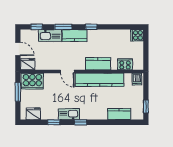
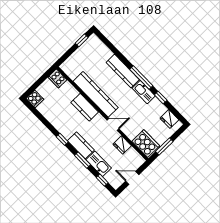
door: (18, 49) -> (132, 178), hinge flipped
fridge: (28, 64) -> (122, 145), moved
cooker: (125, 64) -> (57, 78), moved
door: (67, 72) -> (113, 124), hinge flipped
dishwasher: (137, 79) -> (68, 67), removed
kitchen counter: (119, 114) -> (123, 71), moved, width x1.50
window: (80, 122) -> (141, 78), width x2.17

